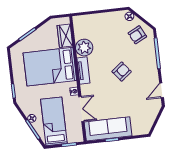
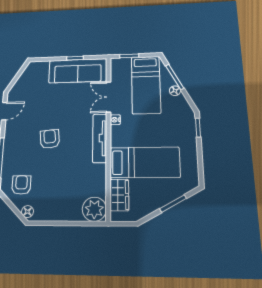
armchair: (137, 35) -> (21, 185), turned -63
plant: (84, 48) -> (94, 209), moved
bed: (50, 67) -> (145, 162), width x0.67
tv unit: (83, 71) -> (100, 138), width x1.41
armchair: (122, 72) -> (50, 139), turned 122

